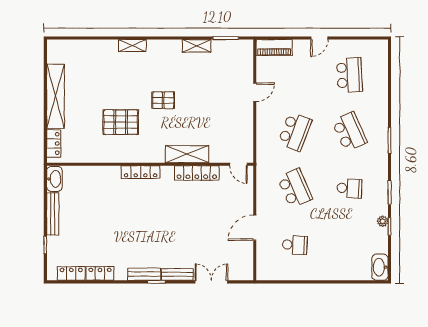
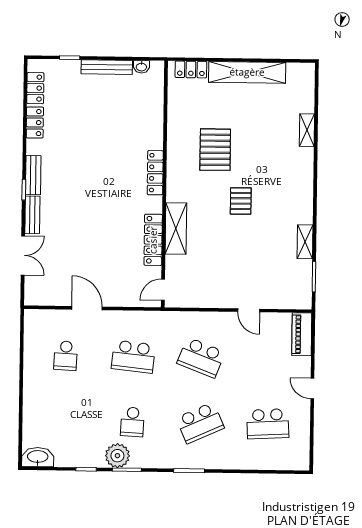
shelving: (132, 46) -> (307, 130), moved
washbasin: (54, 179) -> (141, 67), width x0.52, depth x0.69
school desk: (295, 188) -> (133, 357), turned 30
plant: (383, 221) -> (117, 456), moved, width x1.88, depth x1.88

